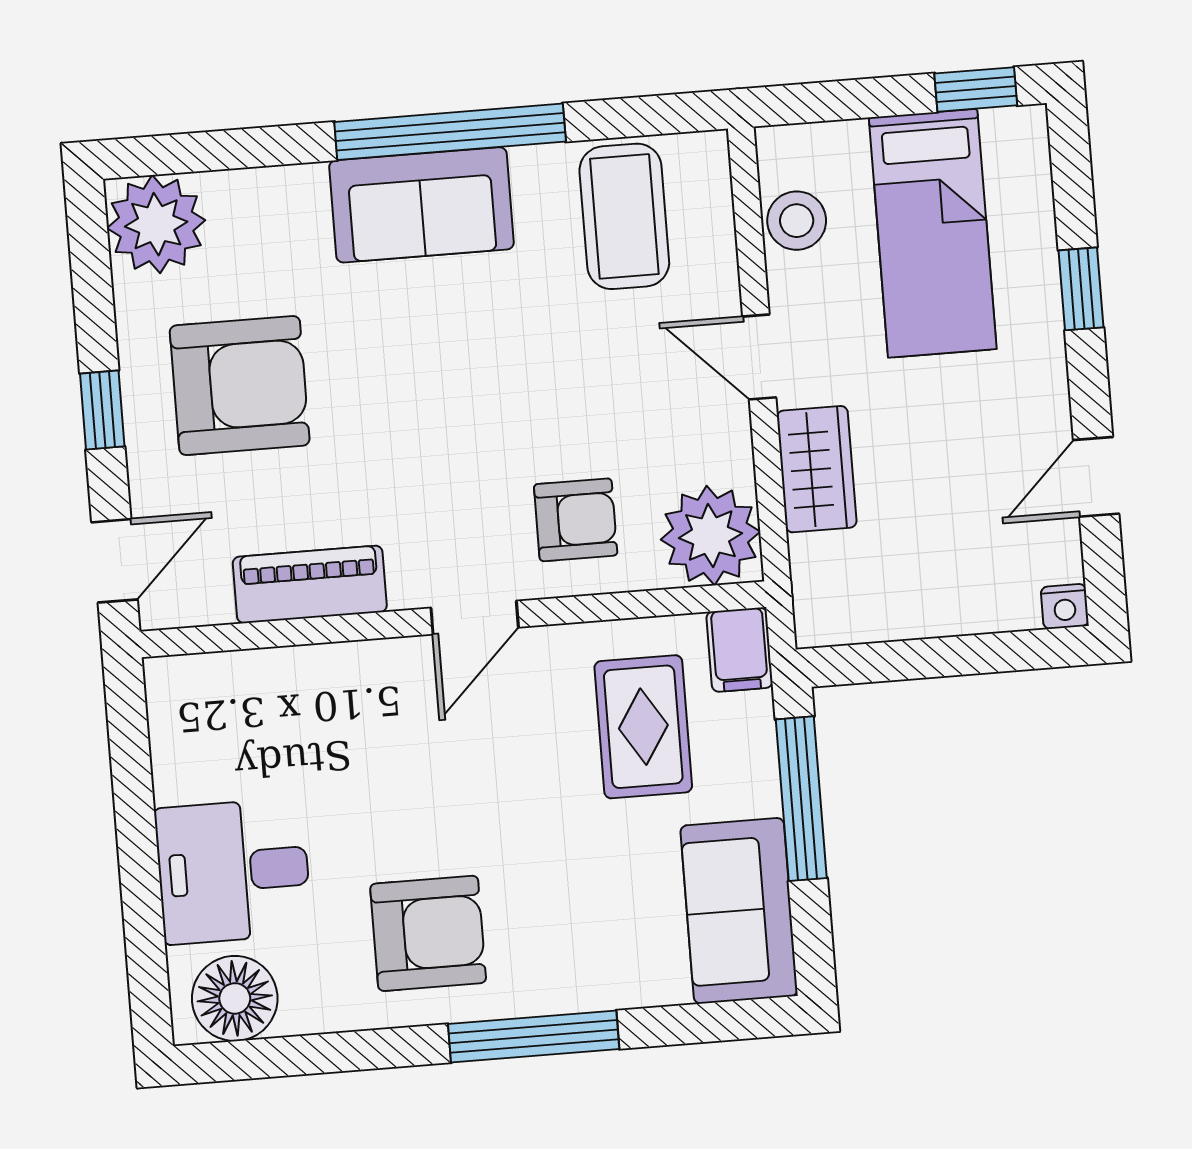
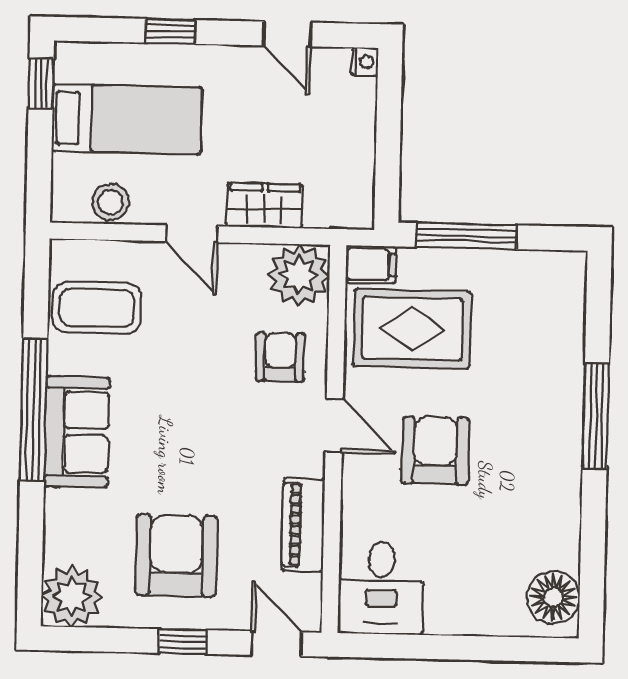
door: (759, 357) -> (192, 234), hinge flipped
rug: (643, 727) -> (412, 329), width x1.36, depth x1.43
desk: (233, 871) -> (381, 588), moved
sofa: (739, 911) -> (531, 281), removed
armchair: (428, 933) -> (435, 451), moved

